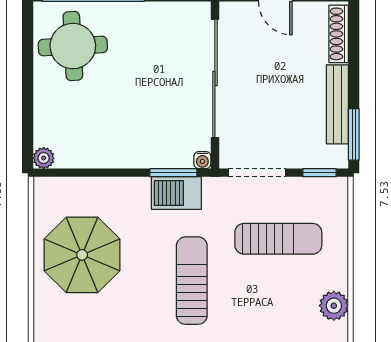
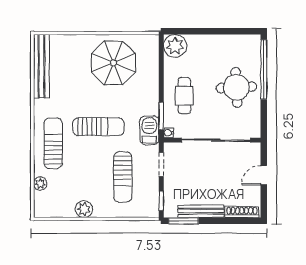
round table: (73, 46) -> (236, 87), moved
cafe table: (138, 133) -> (184, 96), added
plant: (44, 158) -> (175, 46), width x1.88, depth x1.88
doorway: (257, 173) -> (161, 164), width x0.73
barbecue: (176, 193) -> (149, 130), moved

